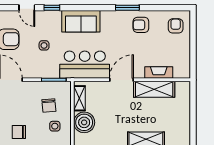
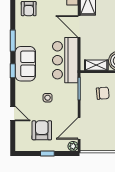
door: (27, 8) -> (13, 114), hinge flipped
window: (52, 8) -> (13, 71), moved
window: (127, 8) -> (13, 41), moved

